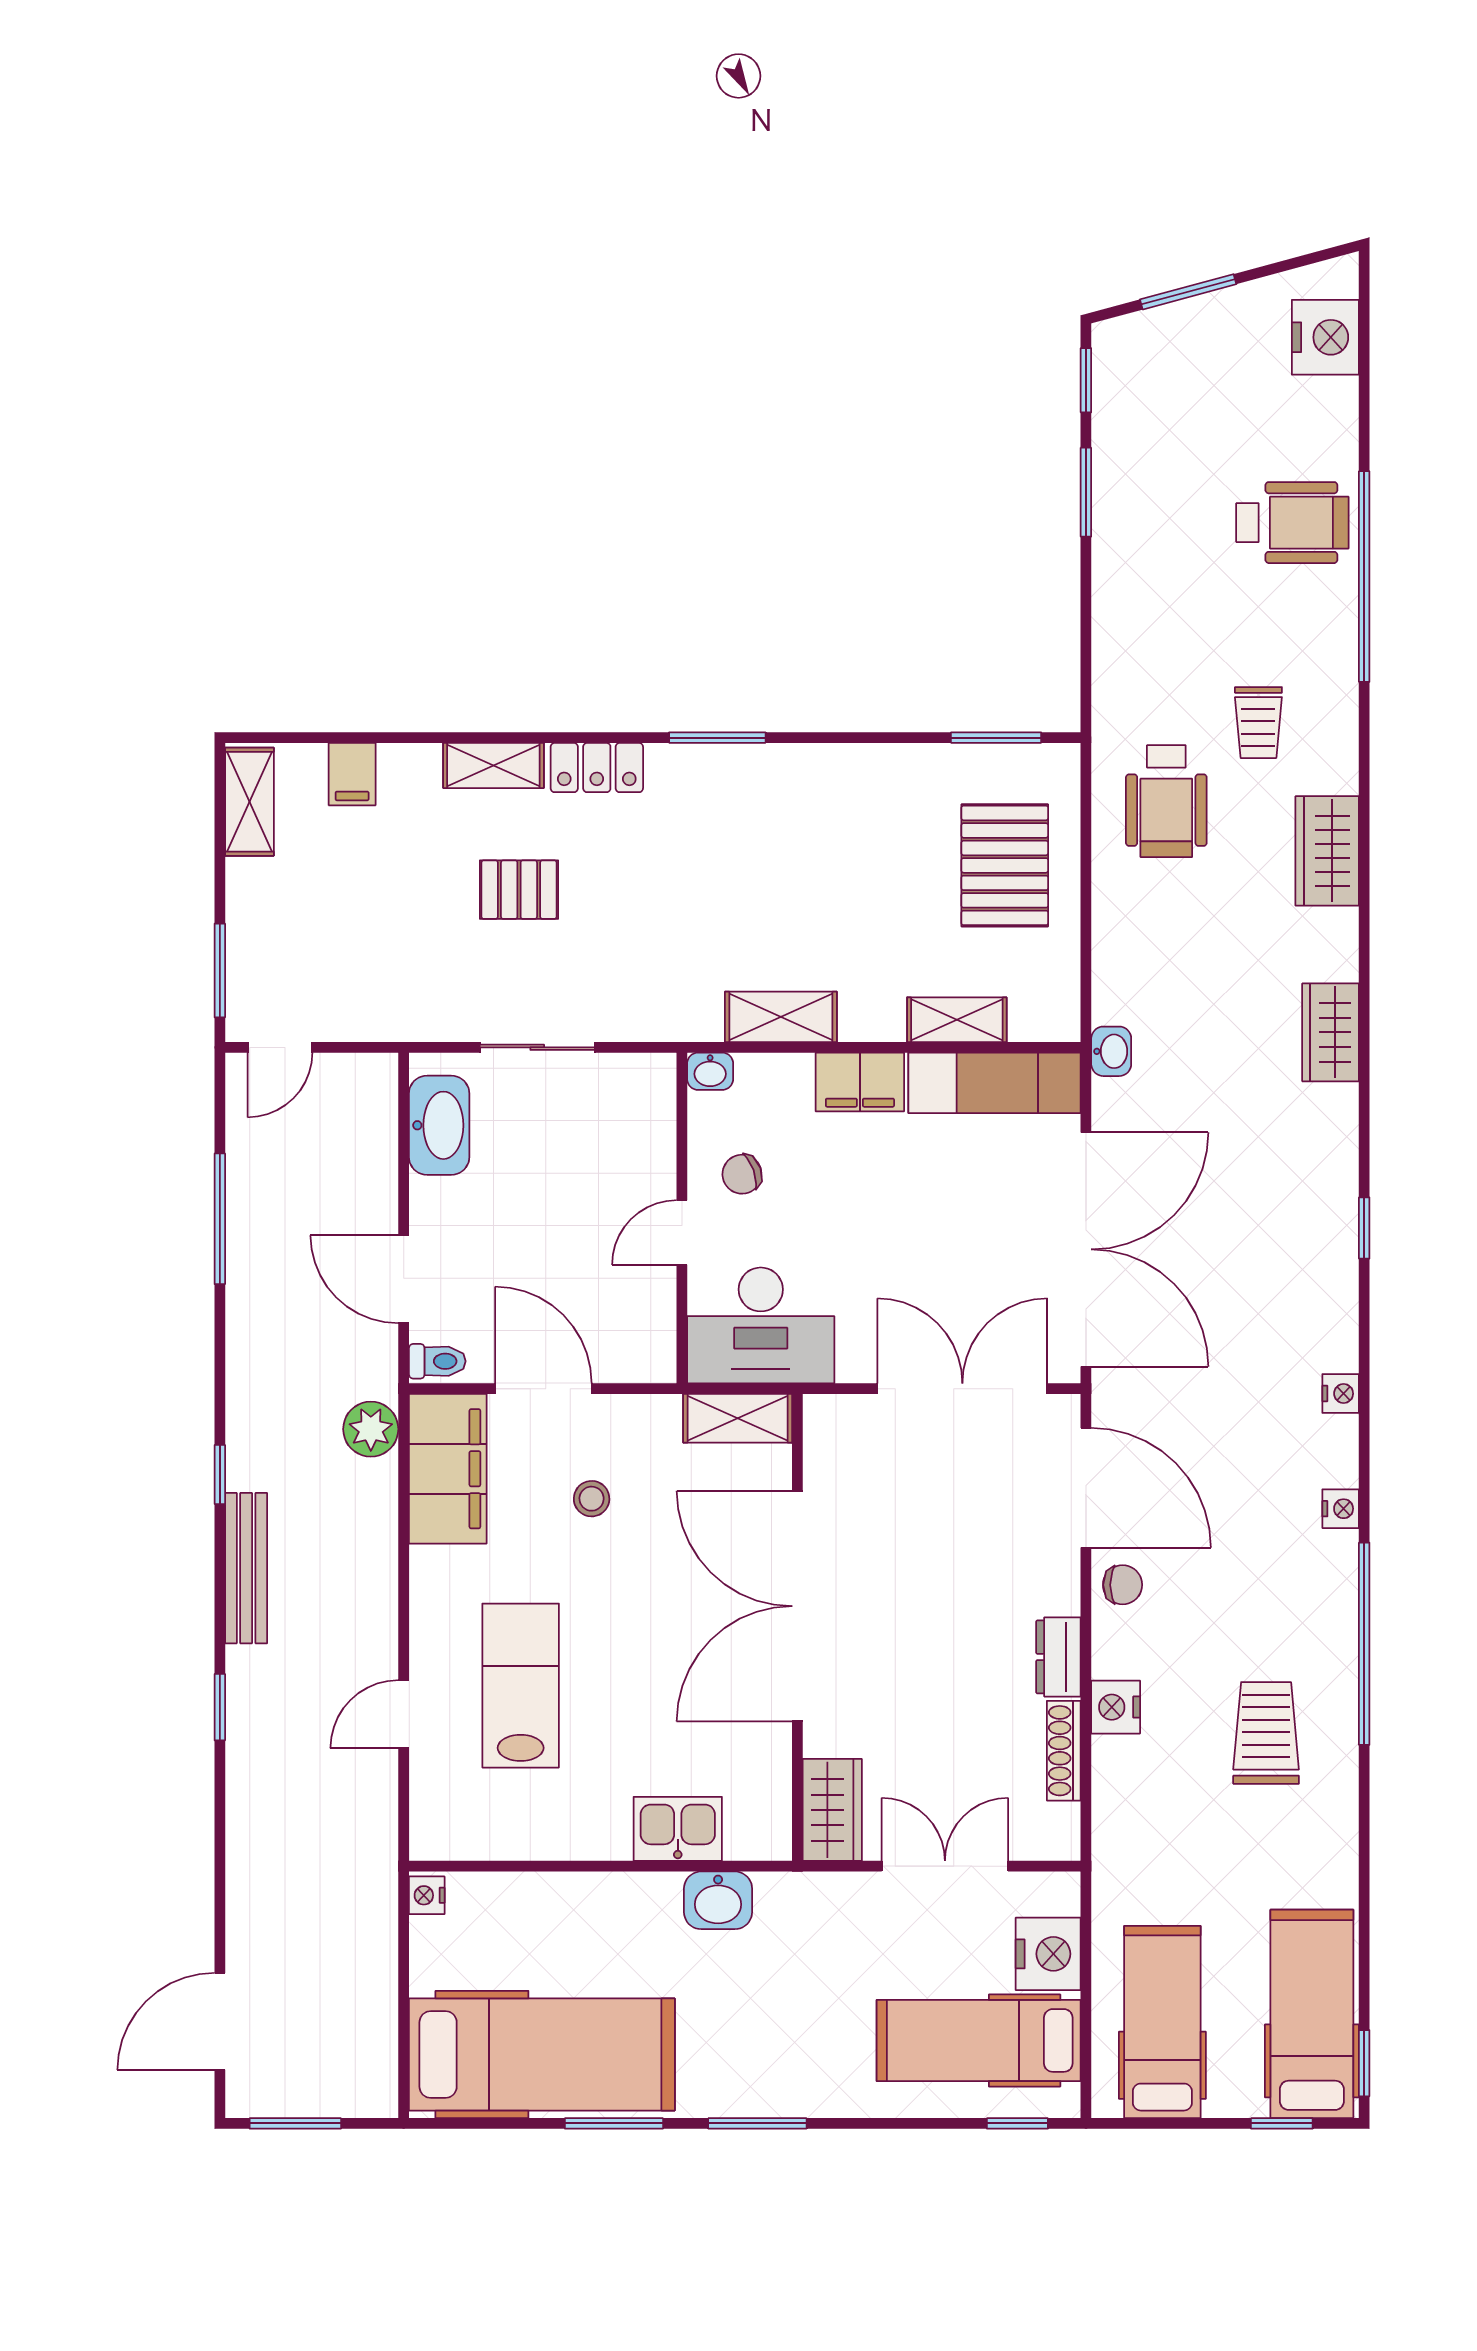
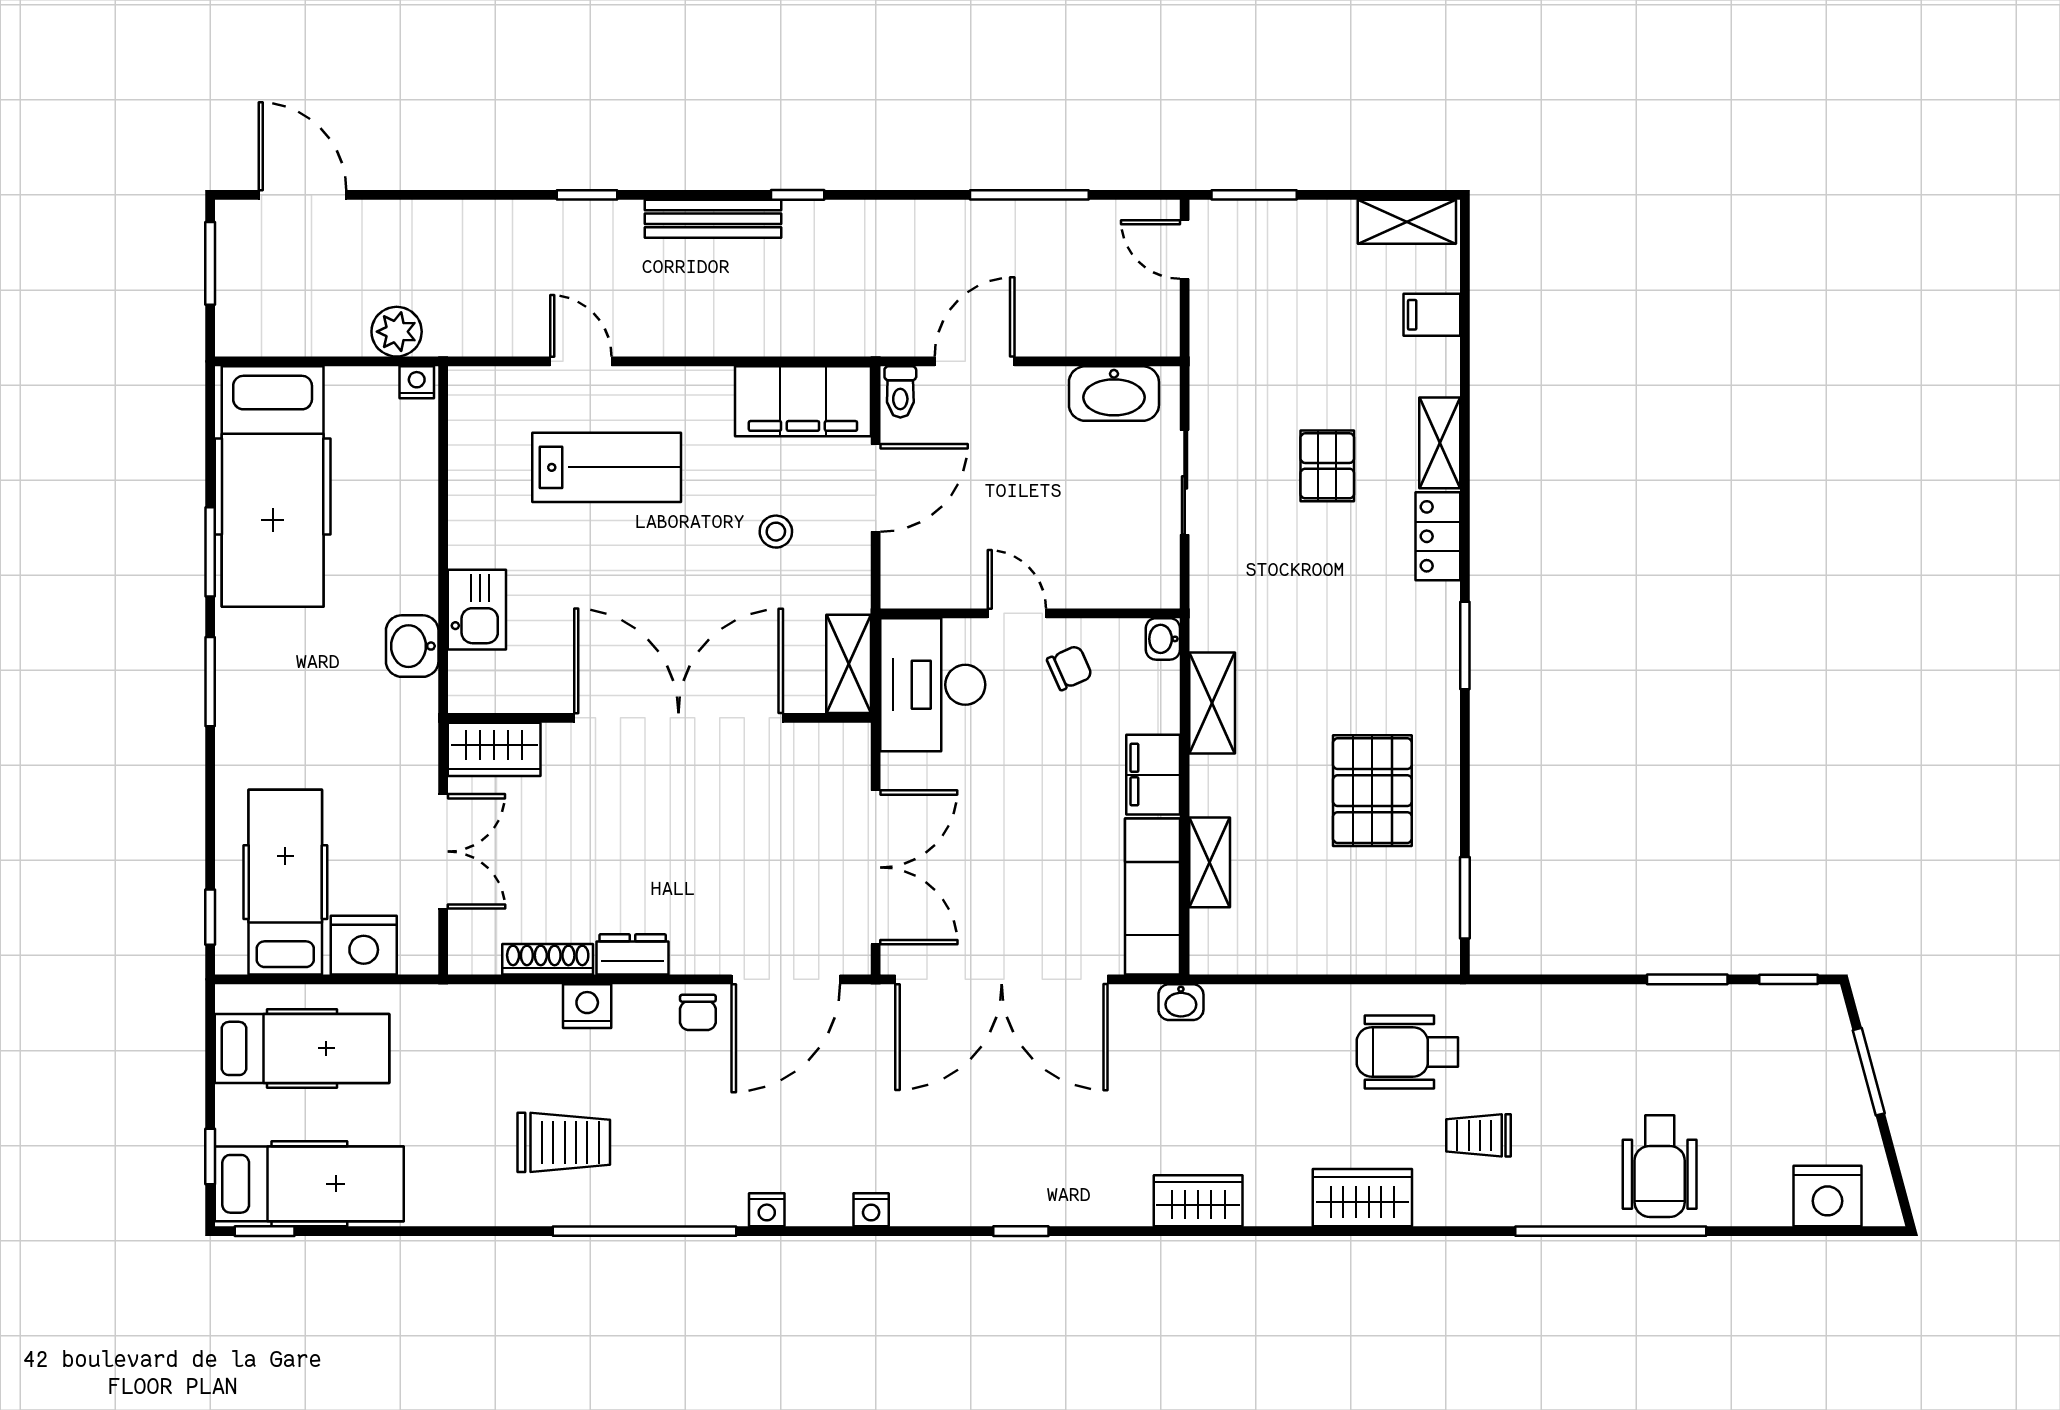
pallet: (1005, 865) -> (1372, 791), moved, turned 90
chair: (742, 1174) -> (1070, 668), turned 86
plant: (371, 1429) -> (397, 332), moved

